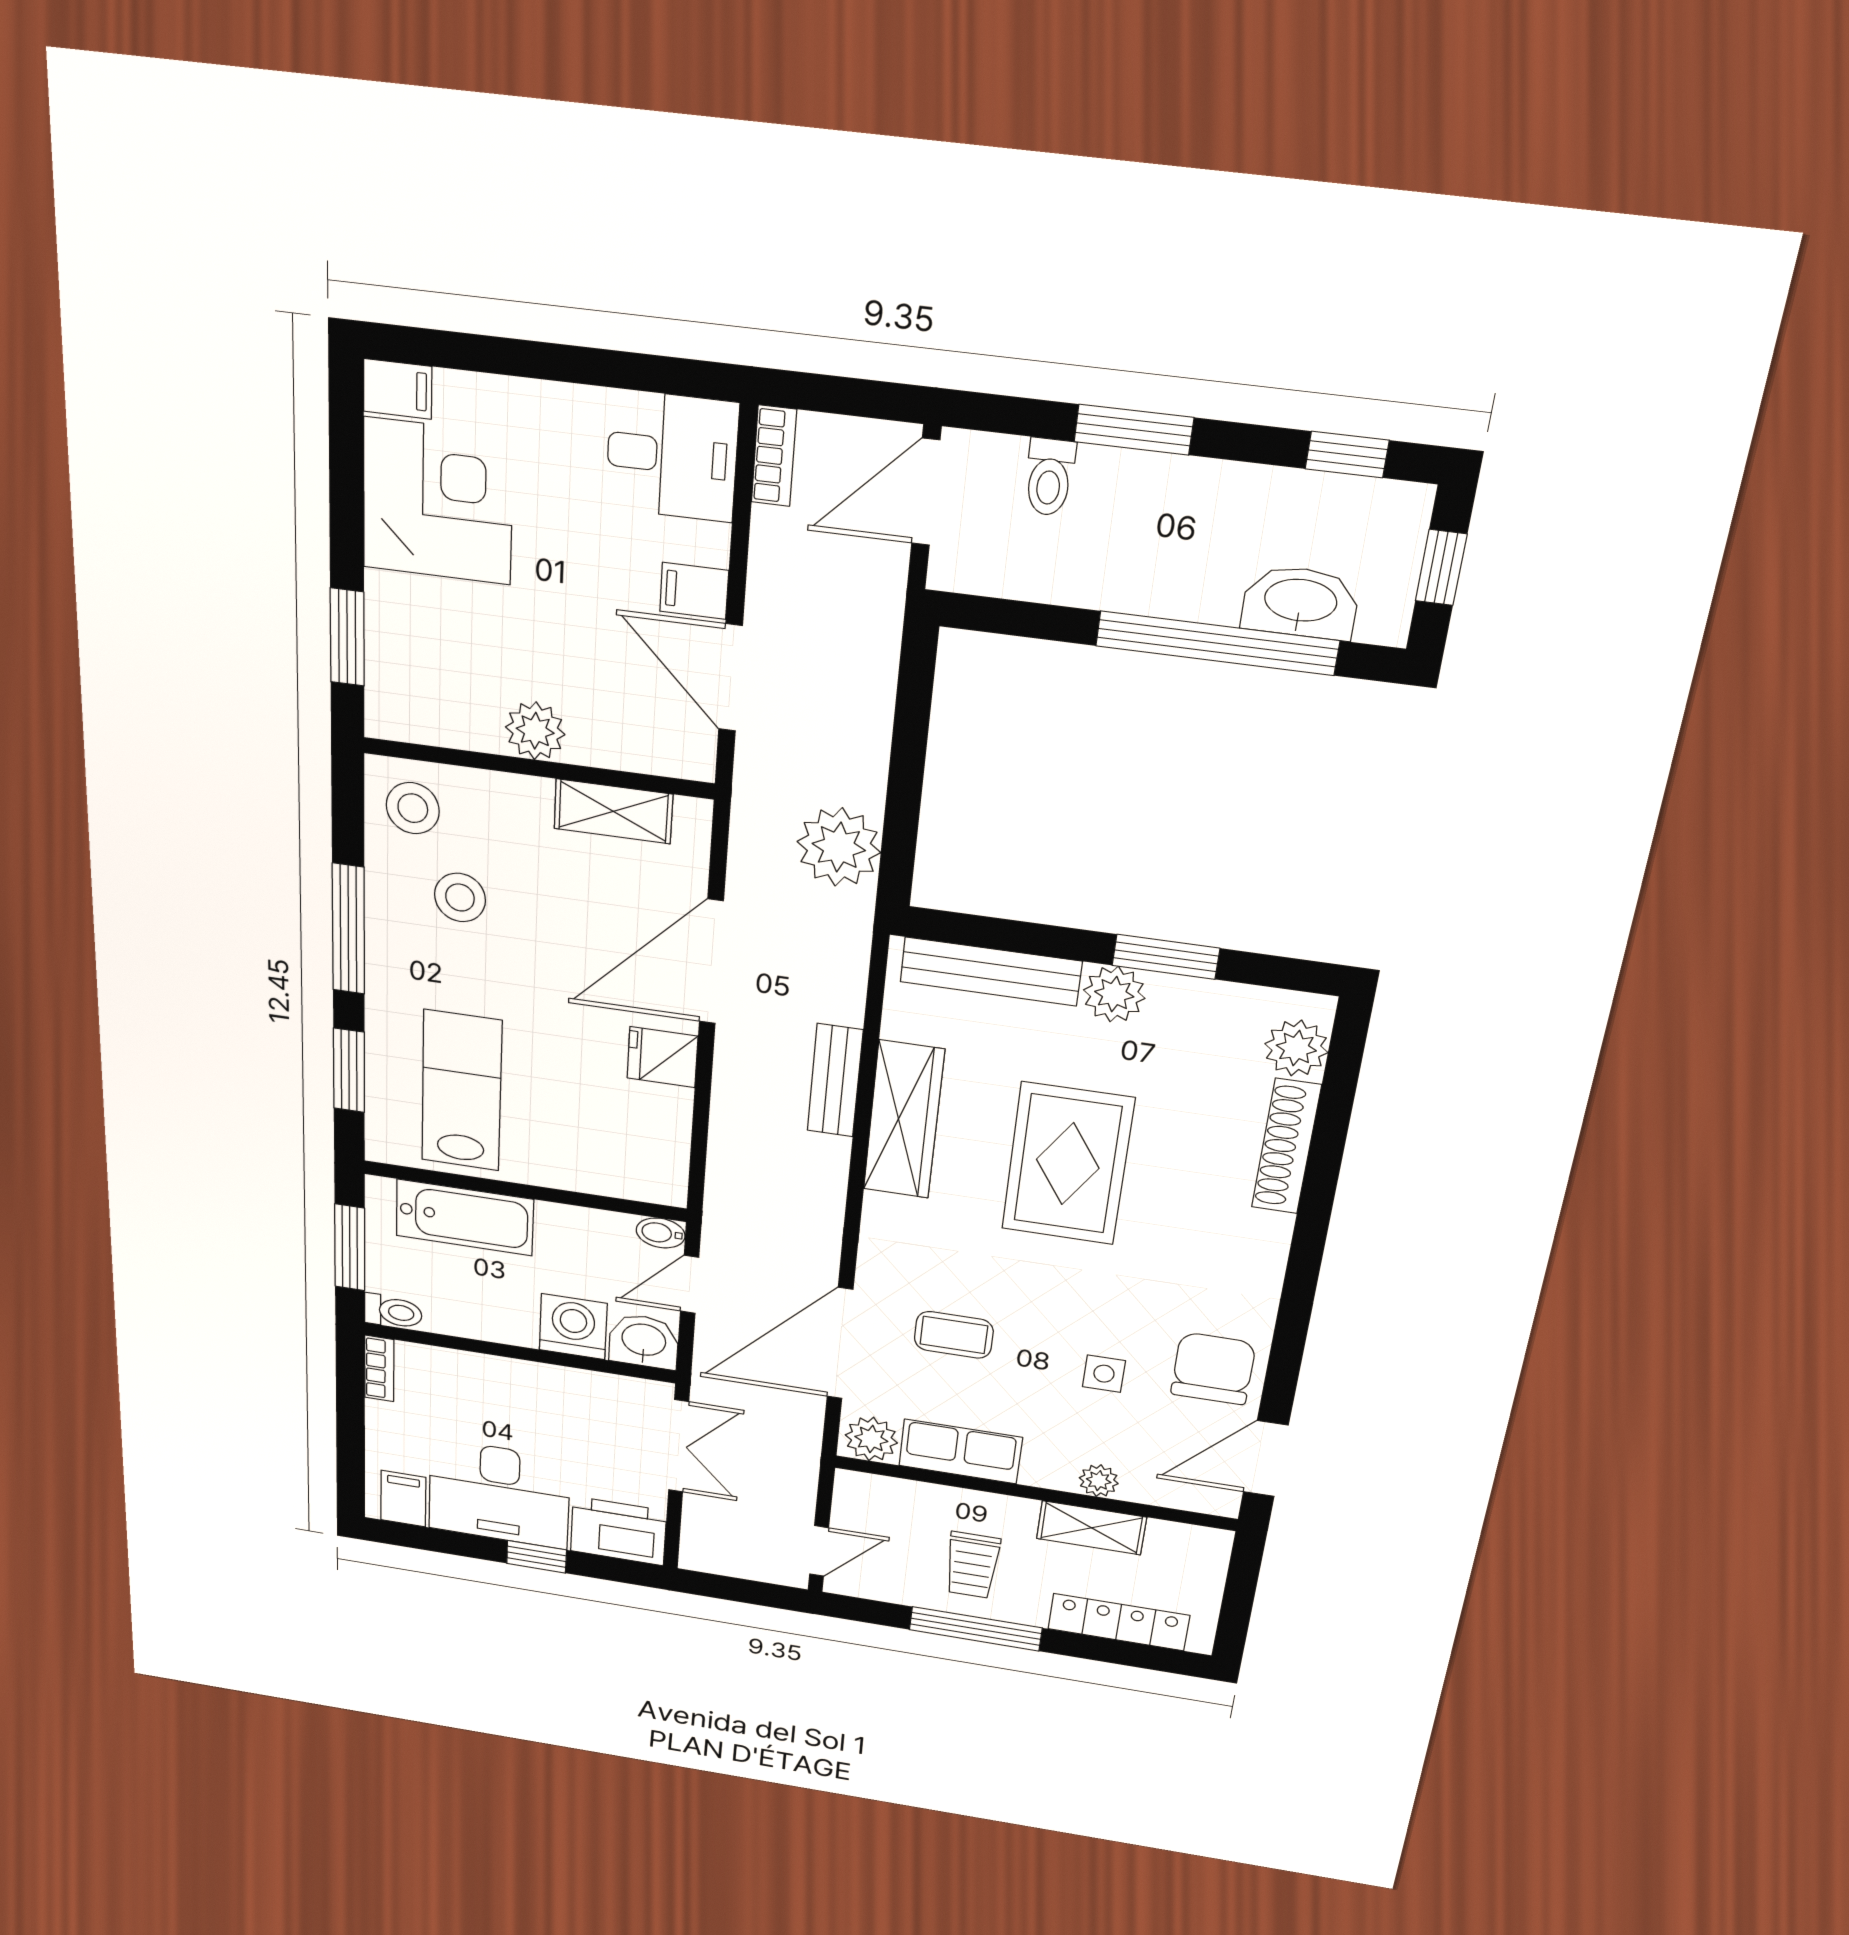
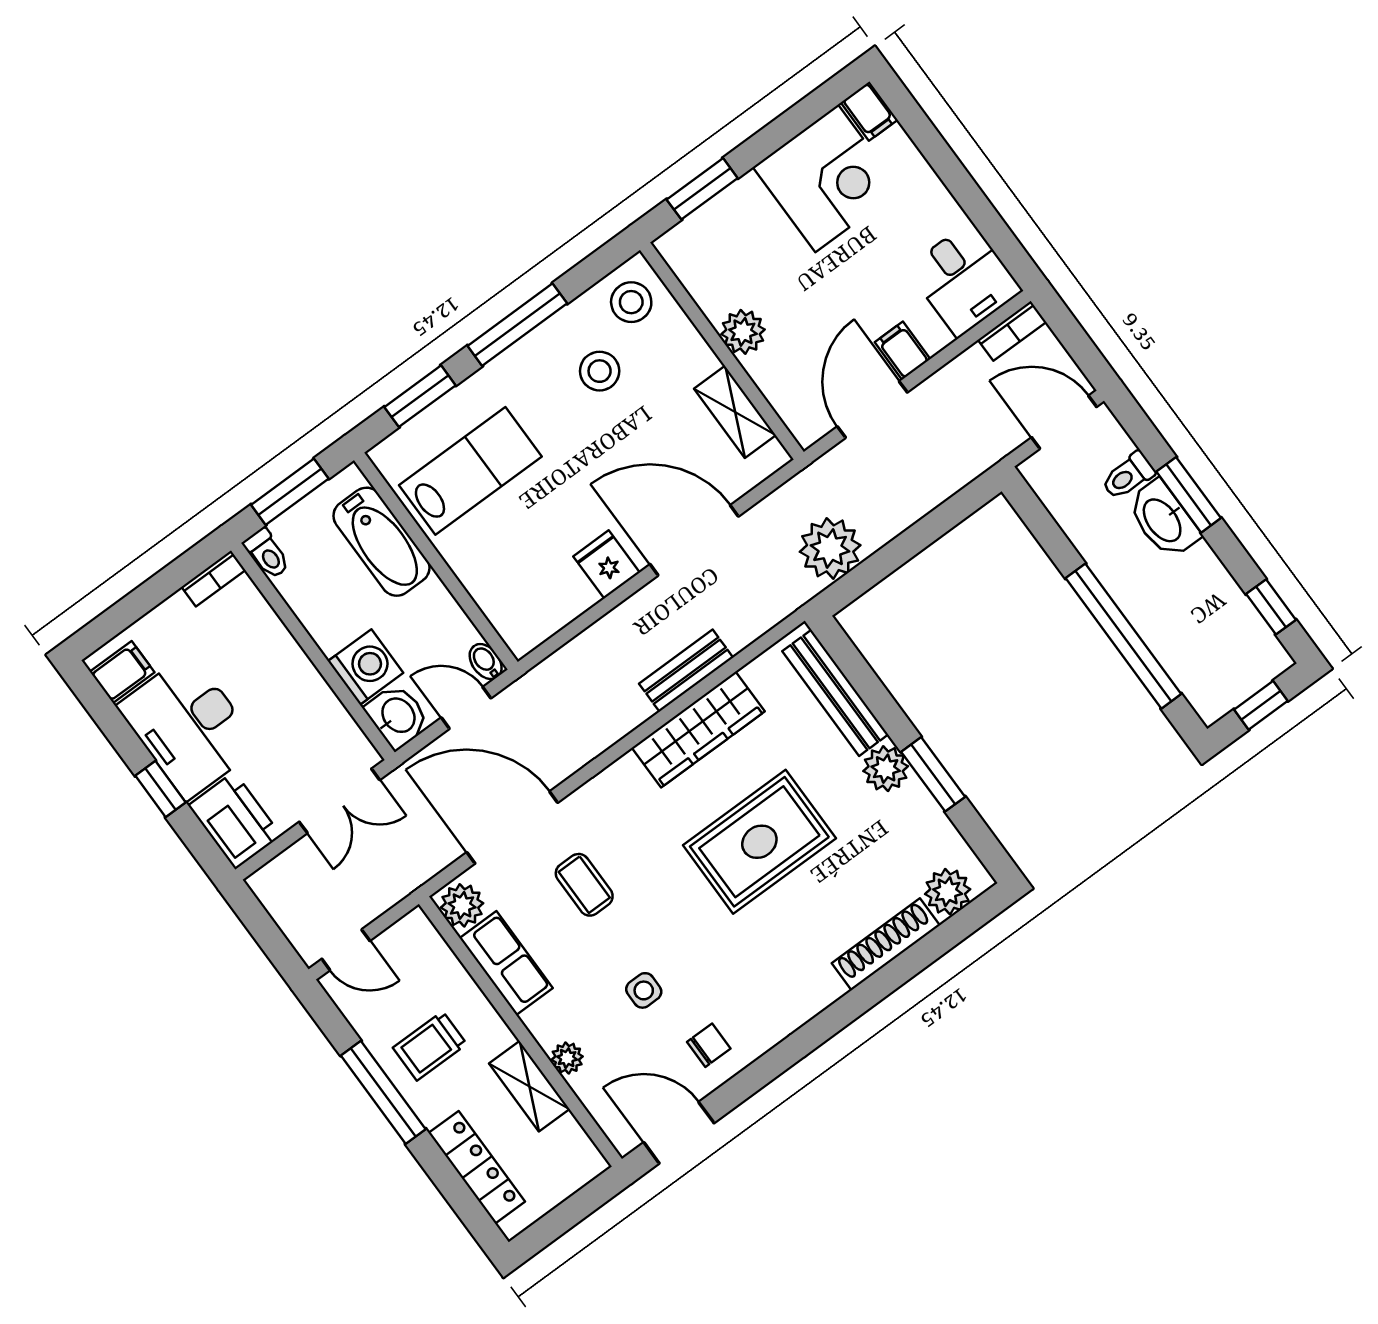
washbasin: (1300, 602) -> (1163, 520), moved, turned 180
chair: (1213, 1369) -> (709, 1045), width x0.54, depth x0.54

